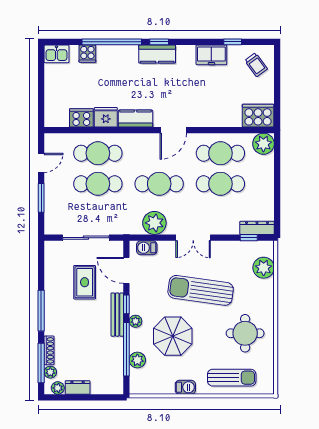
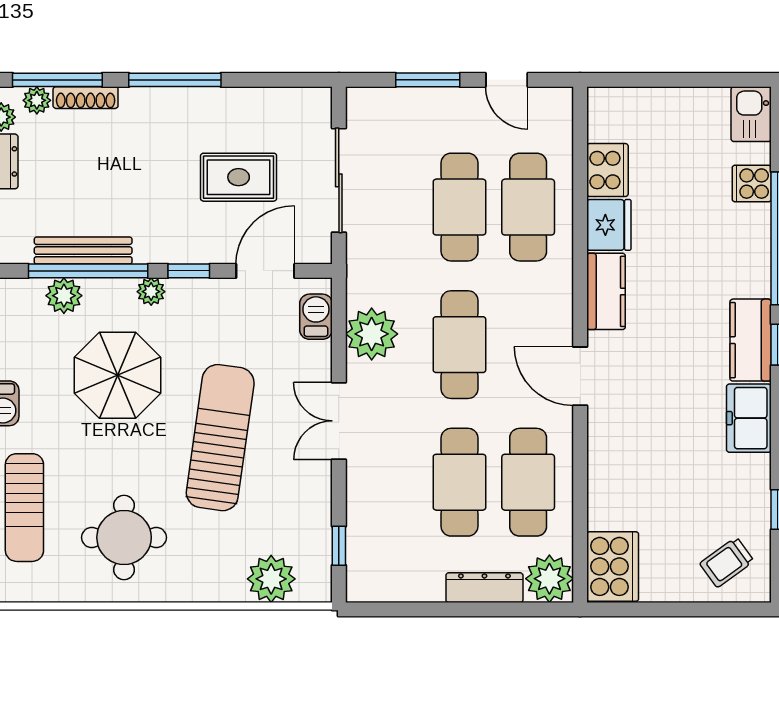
freezer: (211, 55) -> (749, 418), moved
dresser: (257, 228) -> (484, 588), moved, turned -90
bench: (117, 315) -> (83, 251), moved

